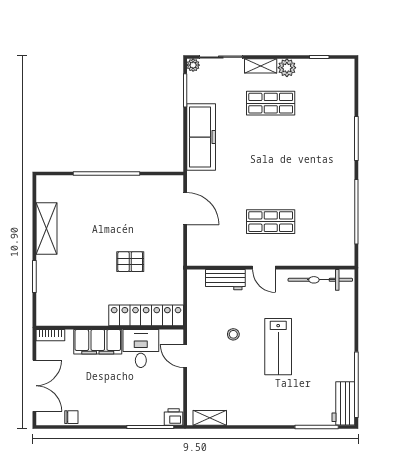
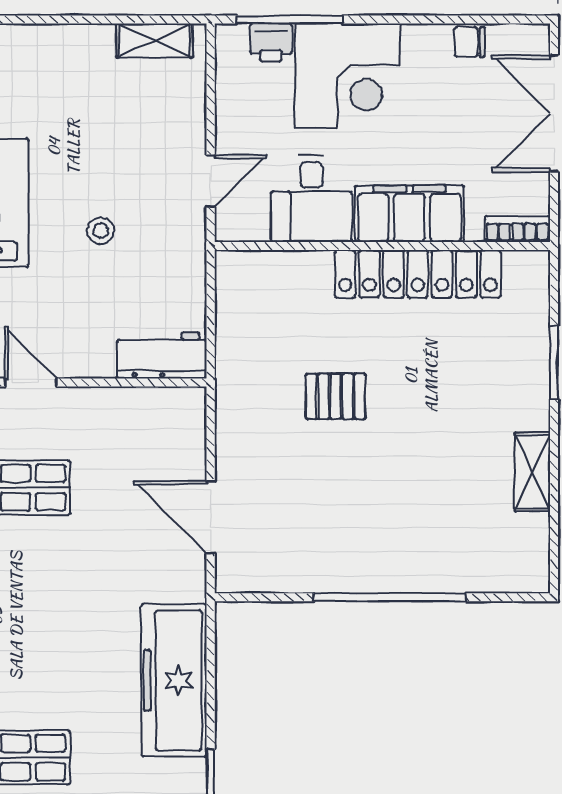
shelving: (46, 228) -> (532, 472), width x0.67, depth x0.75
workbench: (225, 280) -> (162, 355), moved
locker: (146, 315) -> (418, 274), moved
door: (185, 356) -> (211, 181), hinge flipped
corner desk: (125, 402) -> (347, 76), added
printer: (174, 417) -> (271, 42), moved

